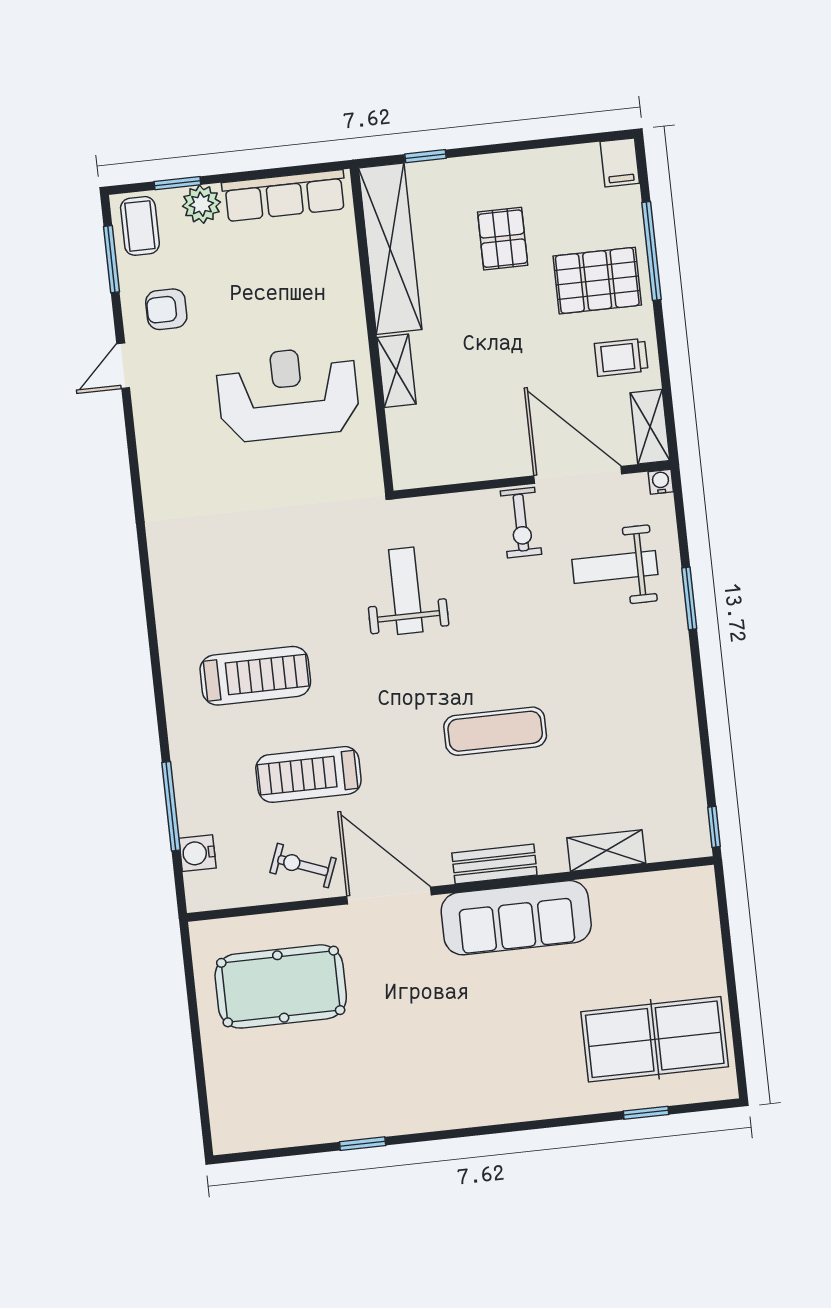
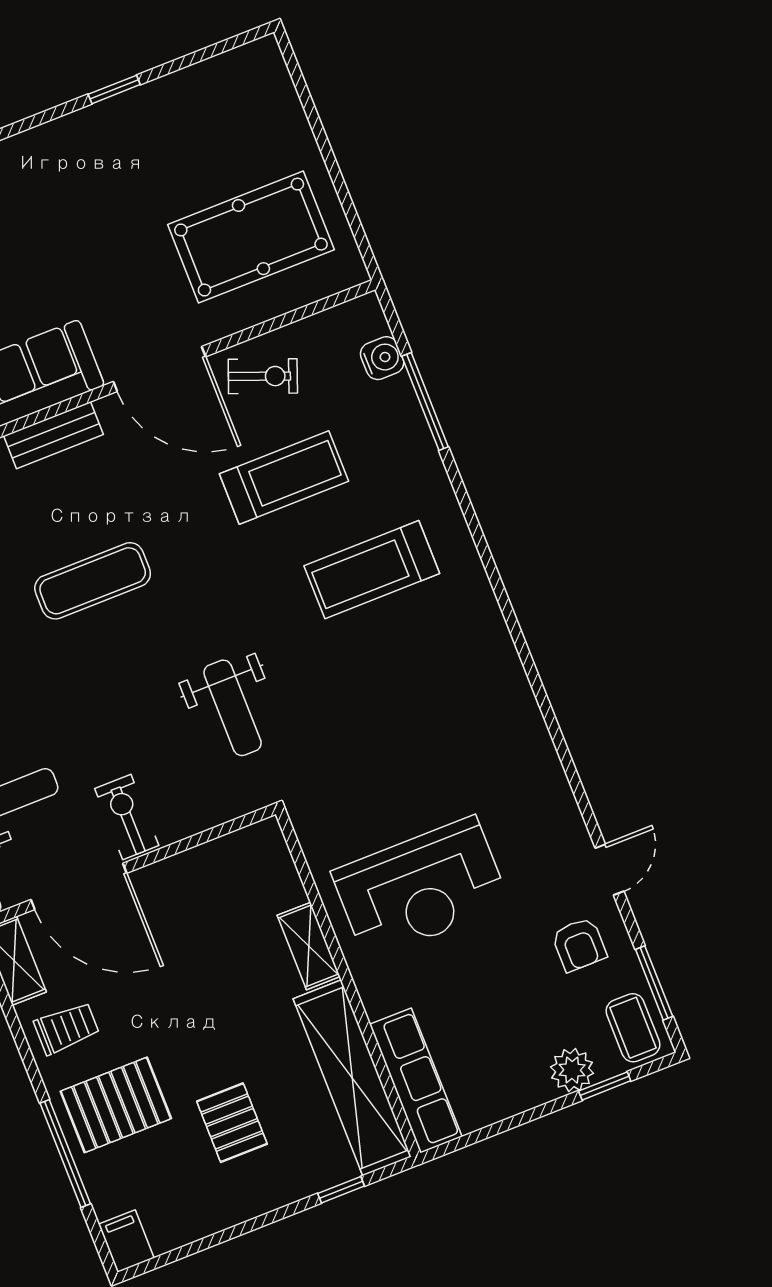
row of seats: (284, 196) -> (416, 1081), moved, turned 90
armchair: (166, 309) -> (579, 945), turned 90

